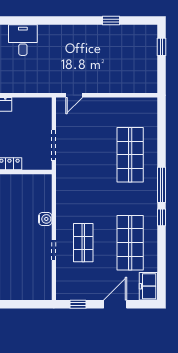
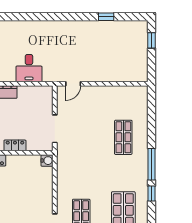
desk: (23, 40) -> (29, 68), moved, turned 180
shop shelf: (130, 155) -> (123, 137), width x0.70, depth x0.74
water cooler: (45, 219) -> (47, 161), moved

